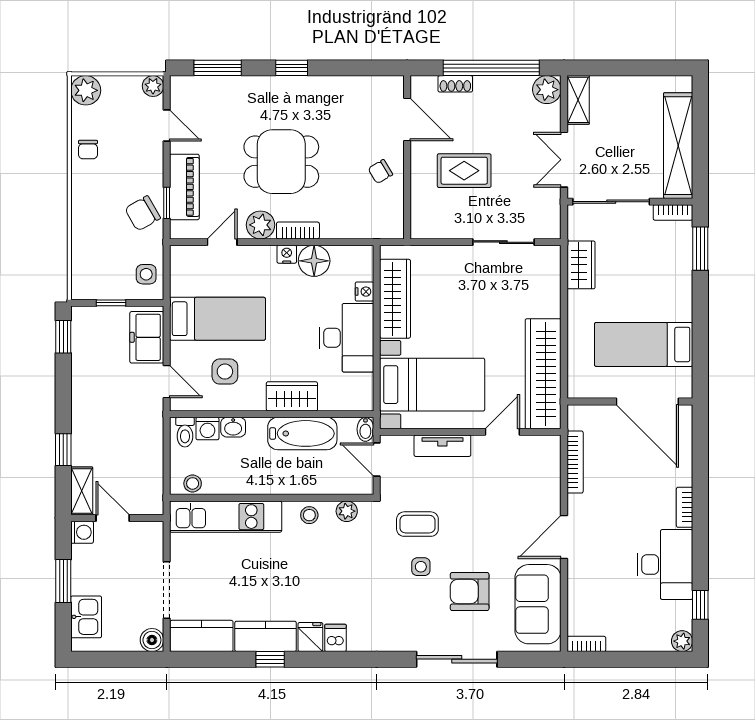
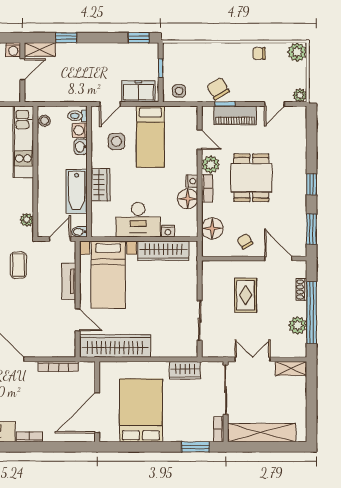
window: (218, 68) -> (312, 229), moved
plant: (547, 90) -> (298, 325), moved
door: (407, 120) -> (278, 259), swing flipped
floor lamp: (360, 222) -> (212, 228), added
bed: (644, 344) -> (141, 410), width x1.50
stool: (309, 515) -> (24, 196), removed

